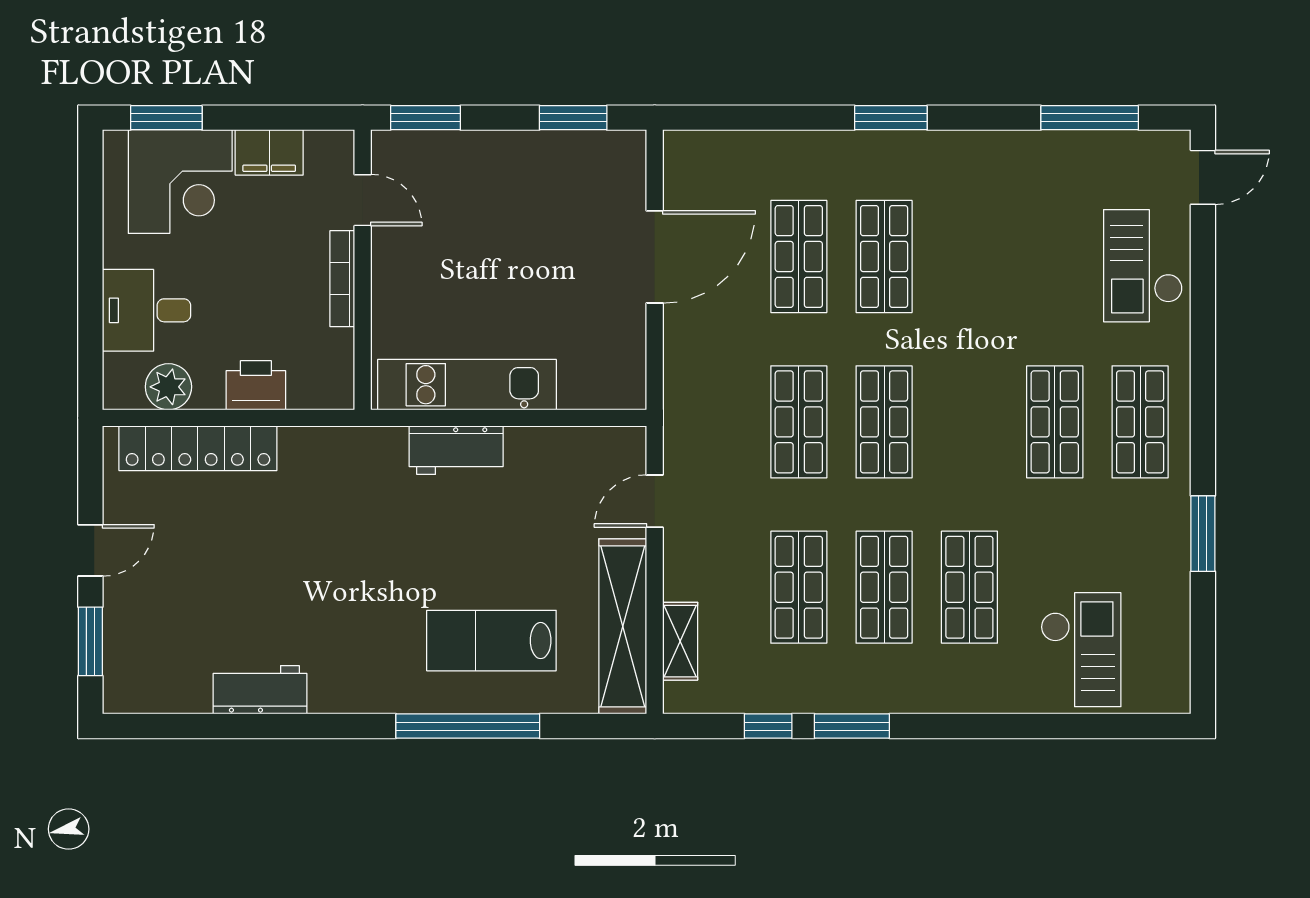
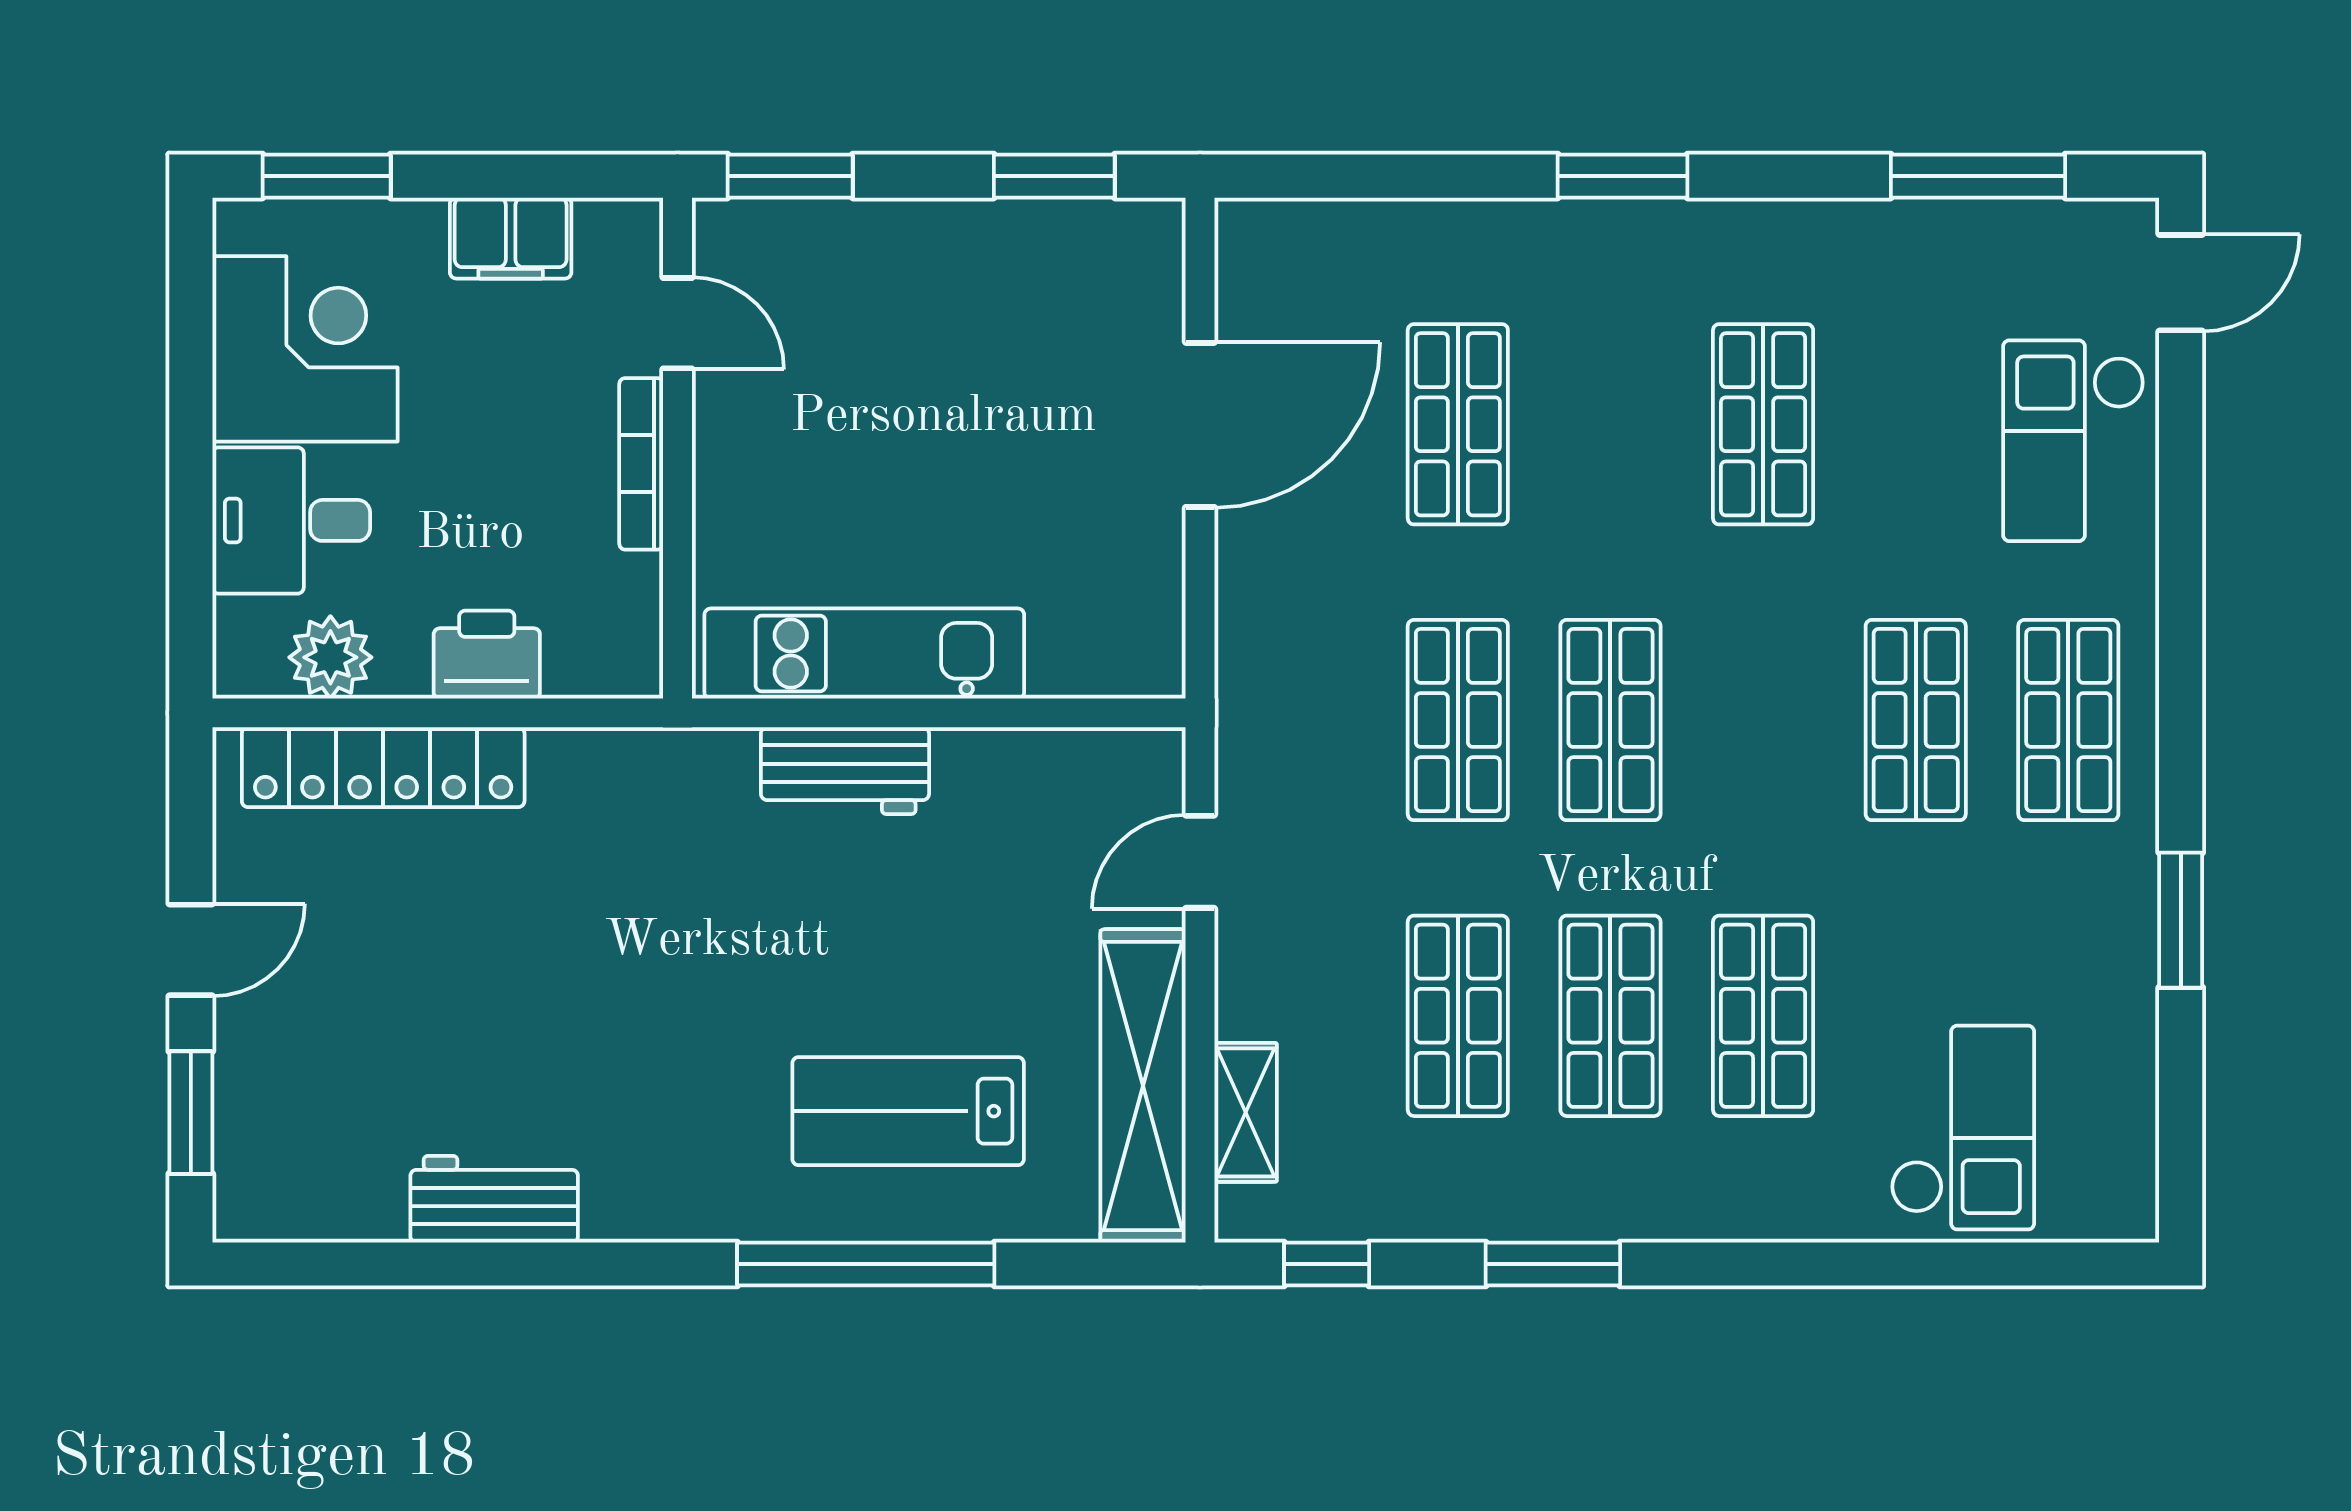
corner desk: (180, 182) -> (305, 349), moved, turned -90
shop shelf: (884, 257) -> (1763, 424), moved
window: (768, 726) -> (1327, 1264), moved

